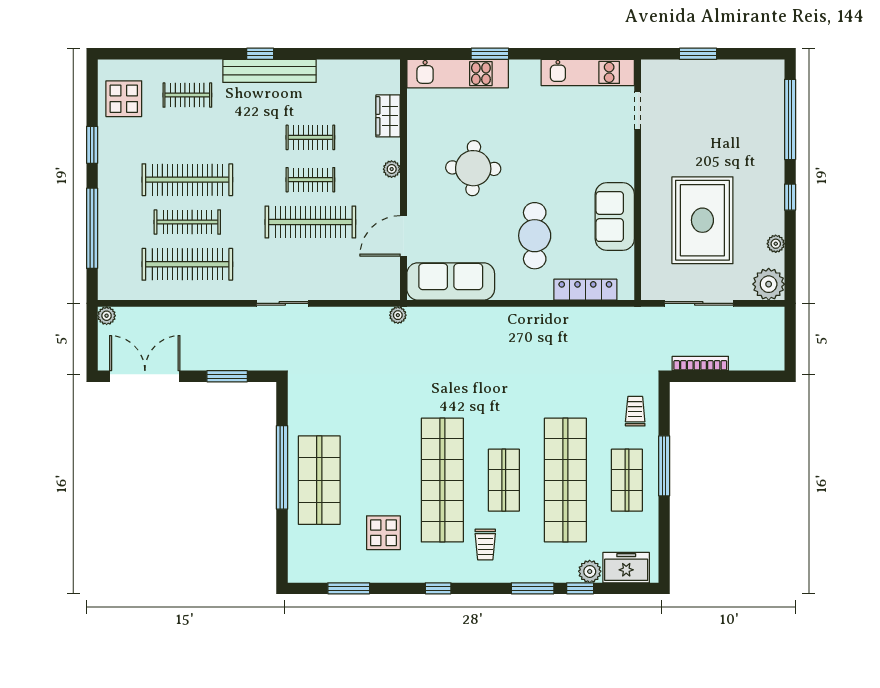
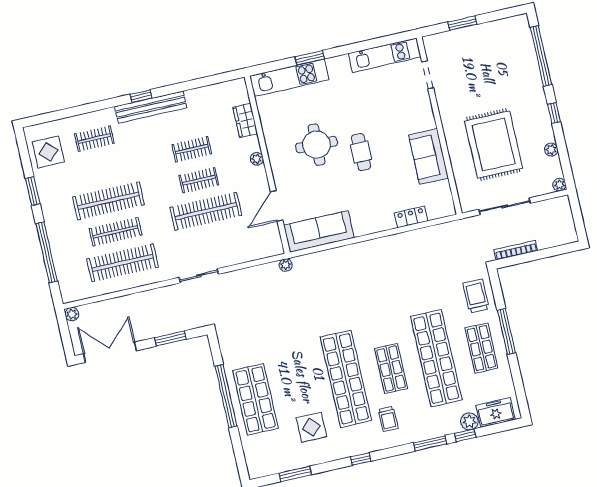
cafe table: (535, 236) -> (361, 152), moved, width x0.73, depth x0.74
plant: (769, 284) -> (559, 185), width x0.53, depth x0.53
locker: (585, 290) -> (411, 217), width x0.66
trolley: (635, 411) -> (476, 296), width x1.36, depth x1.39

